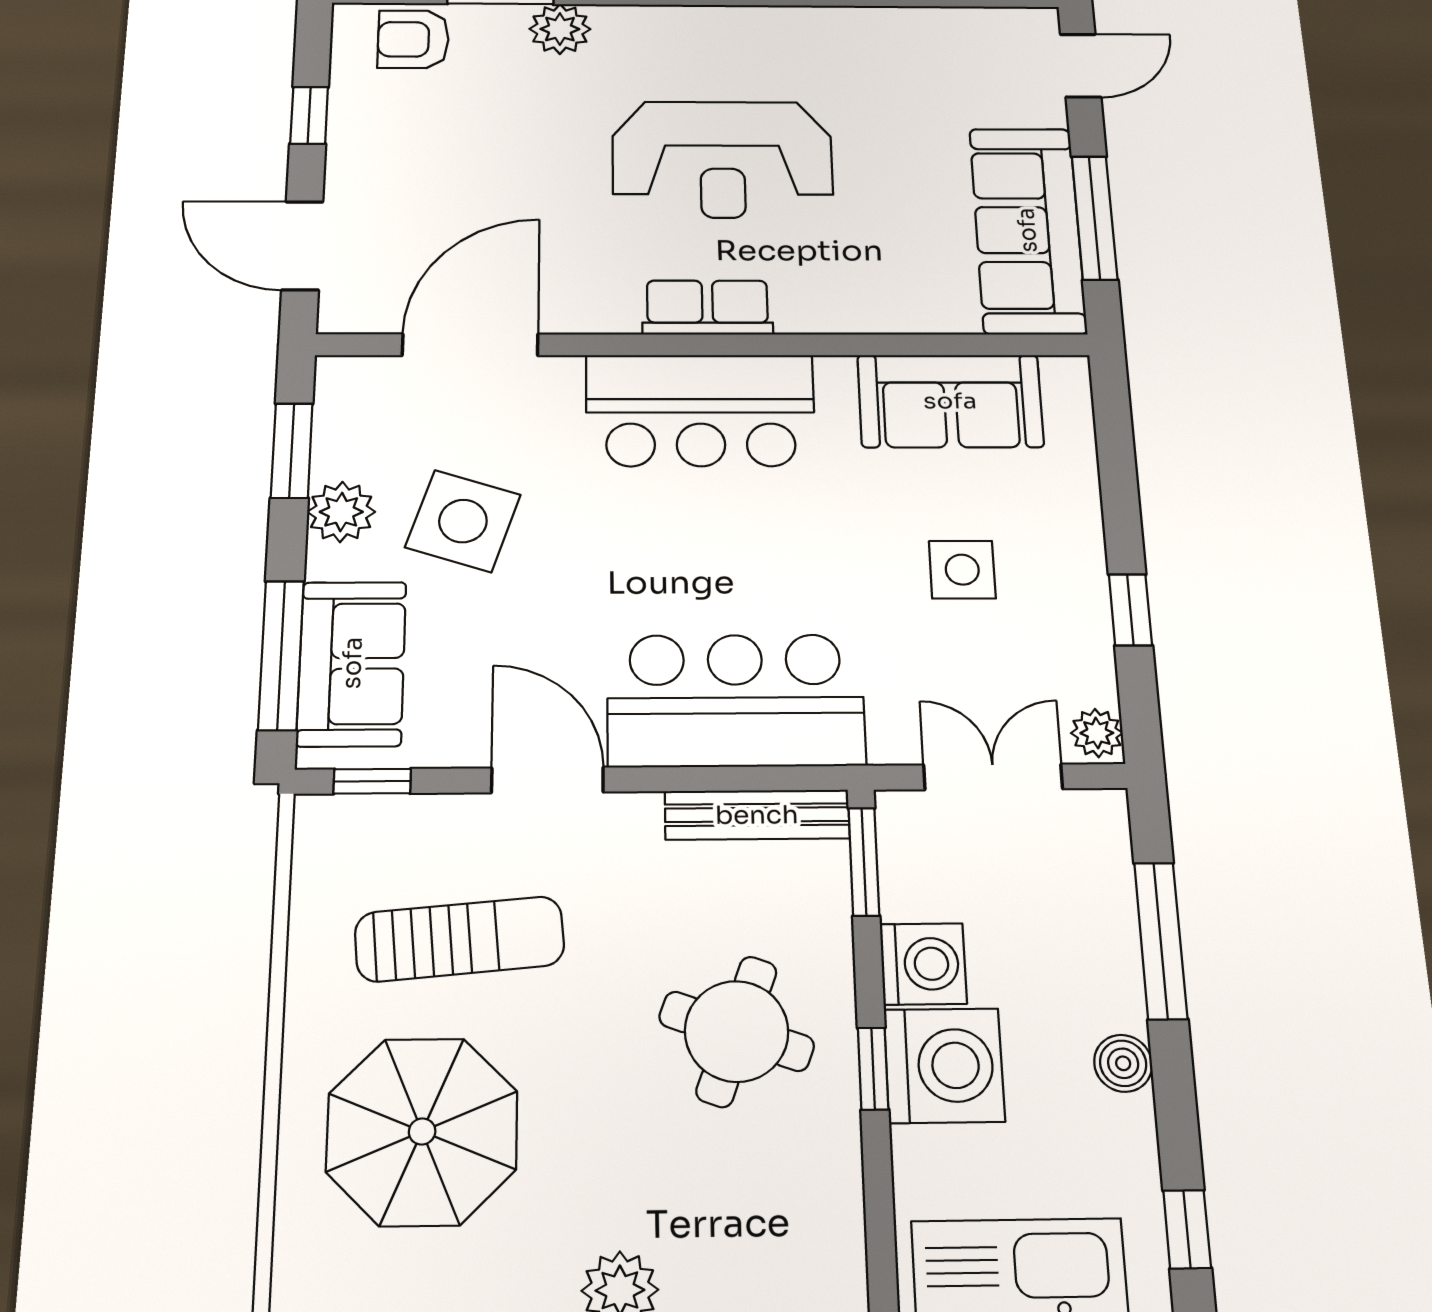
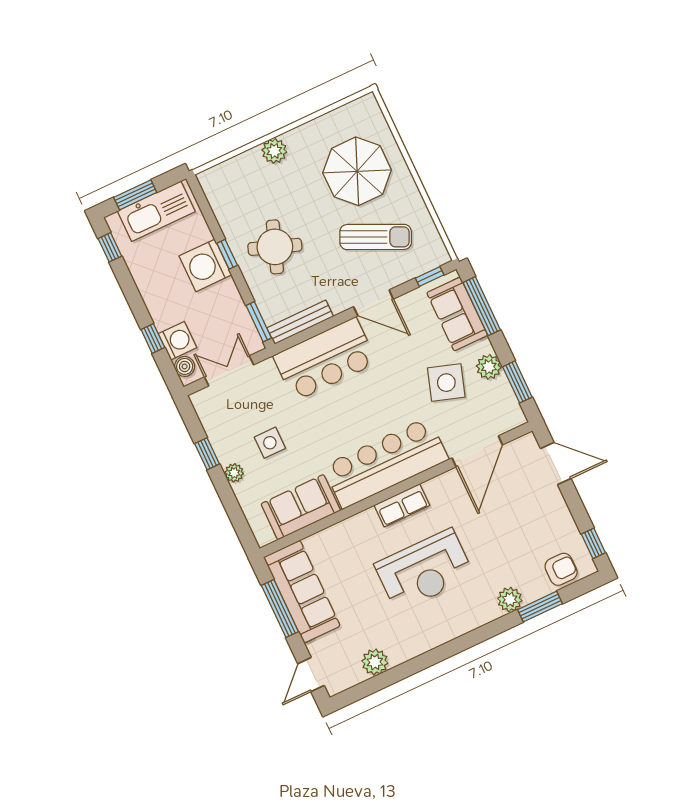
plant: (924, 33) -> (375, 662), added
window: (309, 115) -> (593, 543), moved
reception desk: (722, 159) -> (424, 570), turned 180
bar counter: (700, 410) -> (386, 463), width x1.36
plant: (1097, 733) -> (234, 473), moved
double door: (993, 777) -> (229, 371), swing flipped
sun lounger: (460, 939) -> (376, 237), turned -150
window: (1161, 940) -> (153, 338), width x0.46
washing machine: (923, 964) -> (177, 341), moved, turned 180
boiler: (1123, 1063) -> (185, 366), moved

